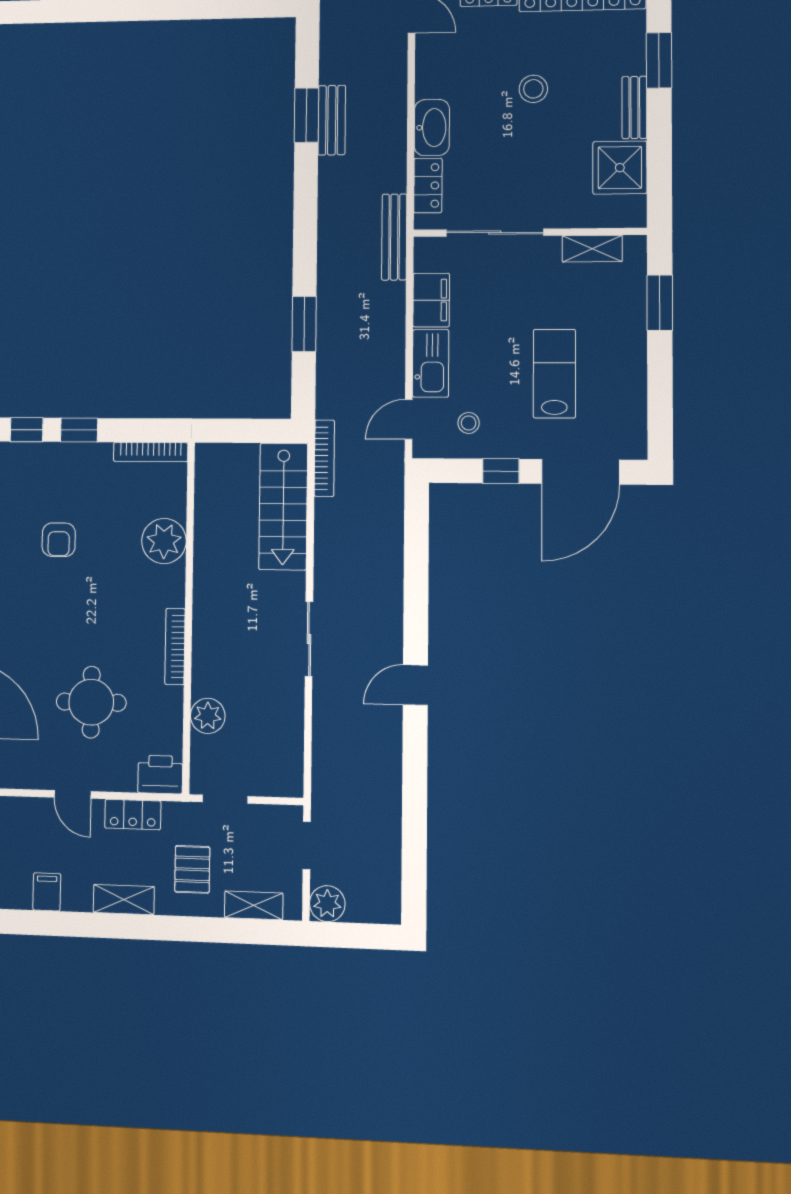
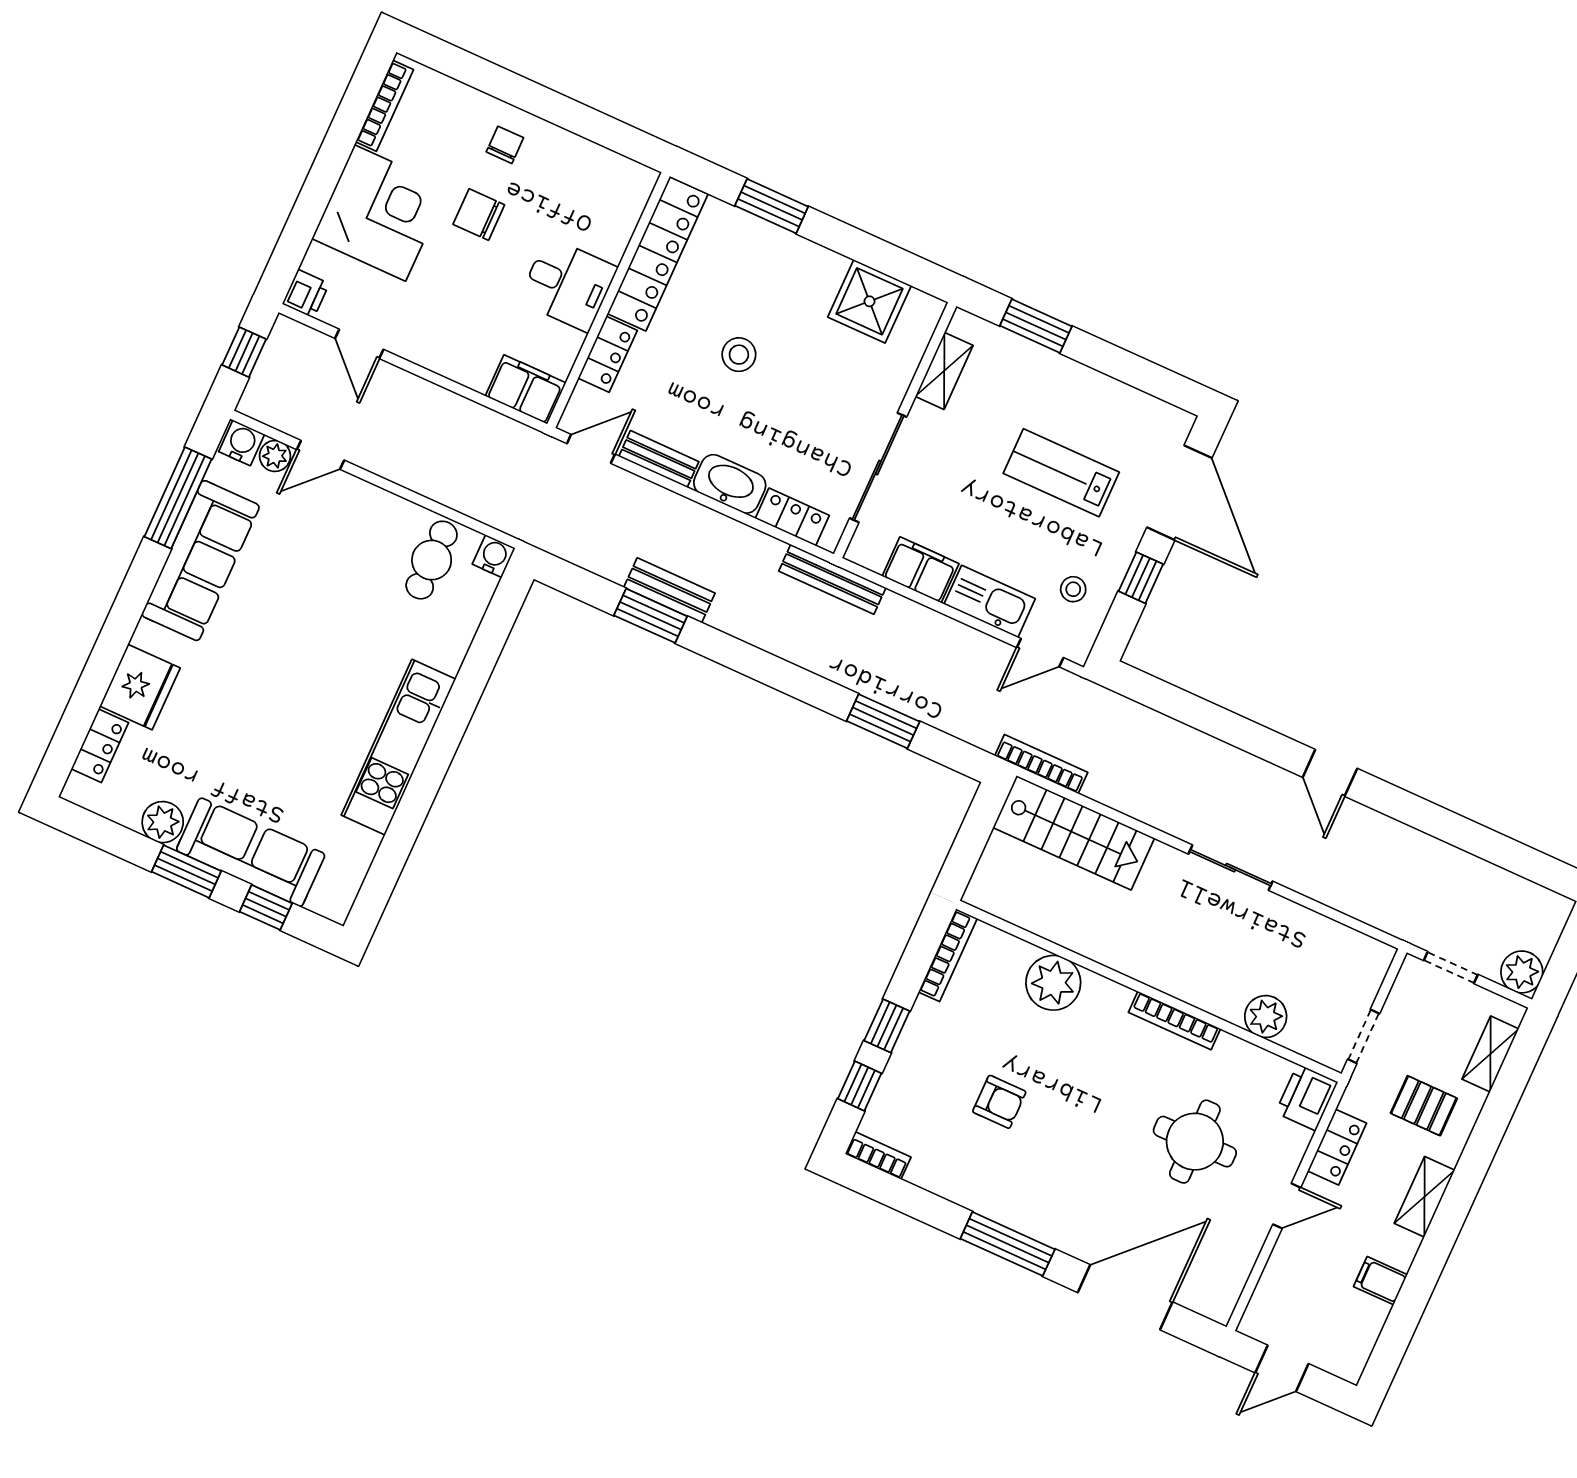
bench: (634, 107) -> (659, 459), moved
door: (409, 419) -> (1040, 653), hinge flipped

